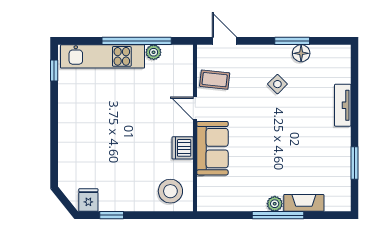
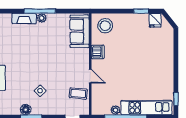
sofa: (212, 148) -> (80, 31), moved

